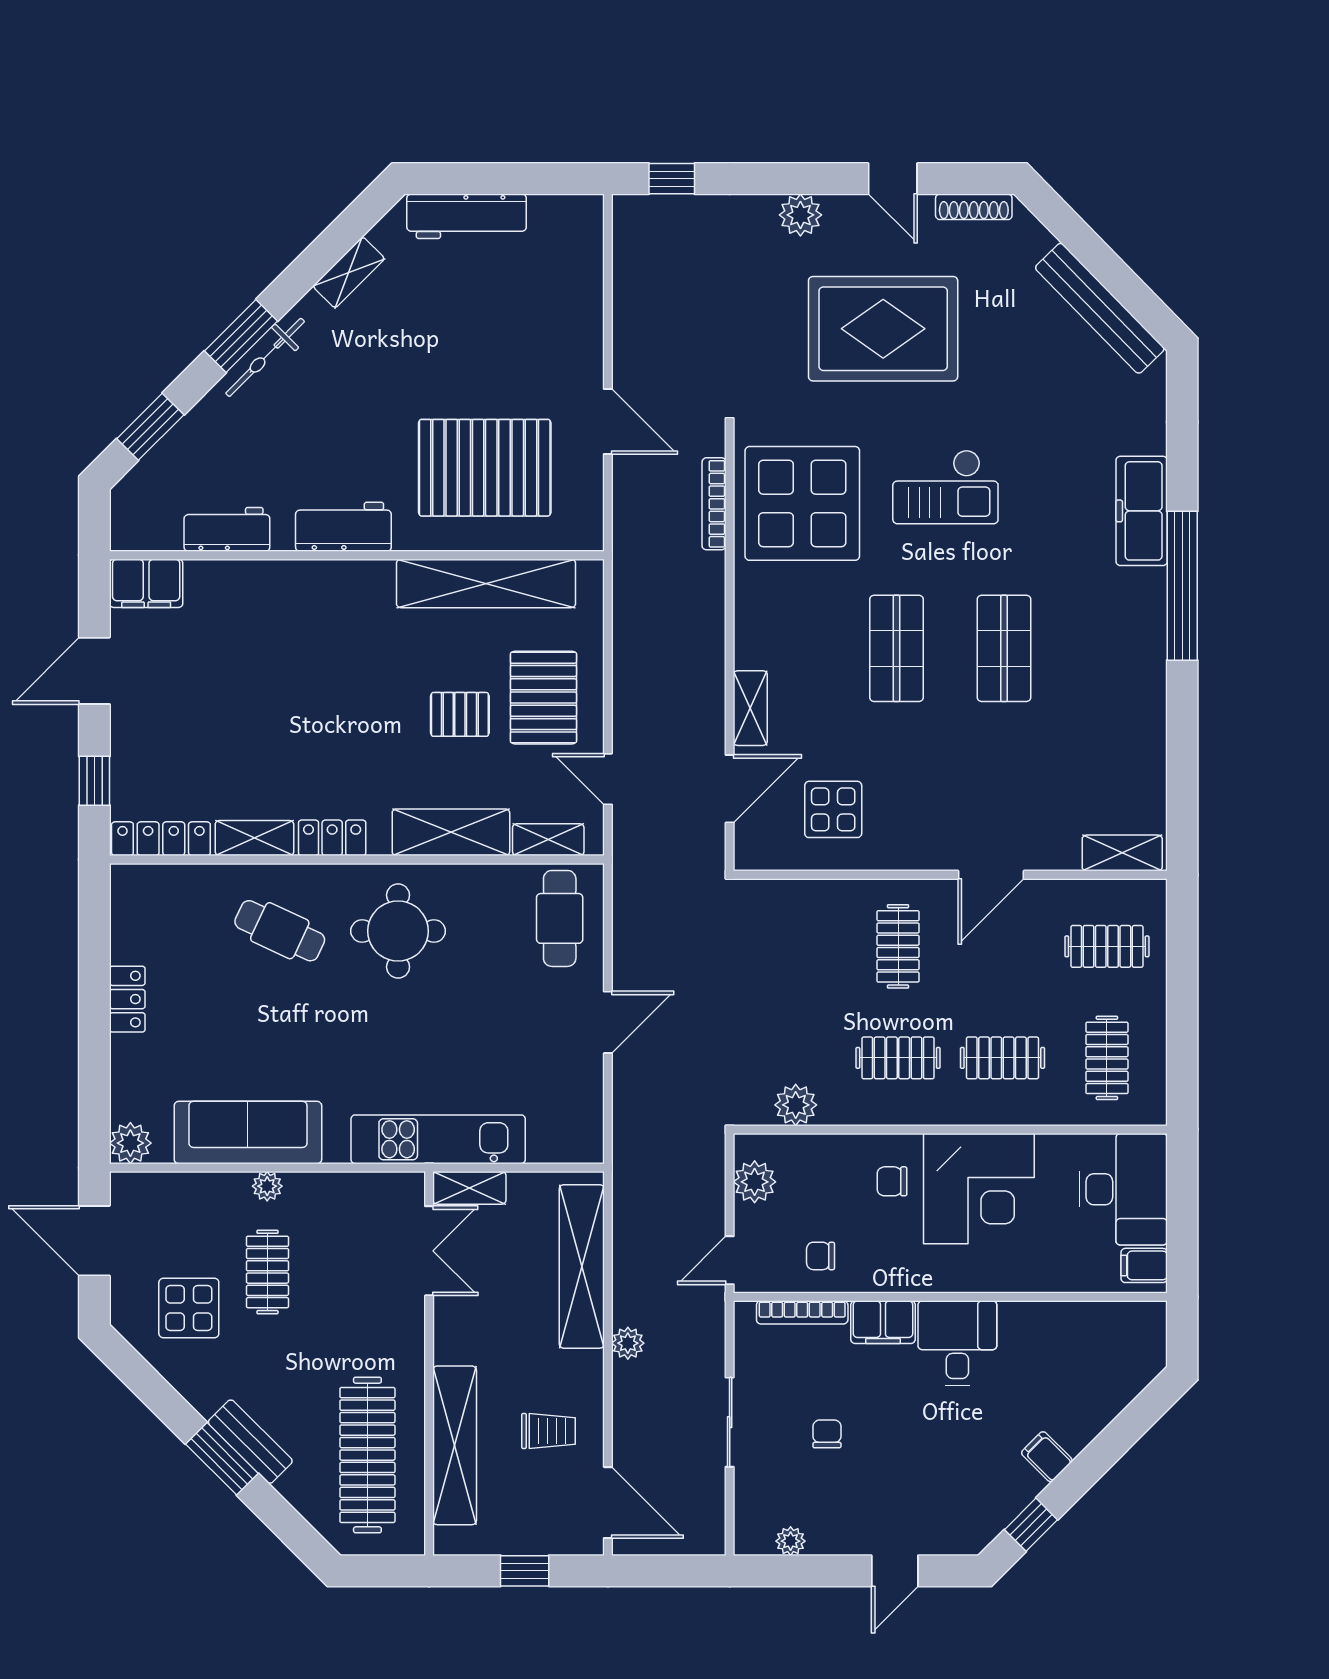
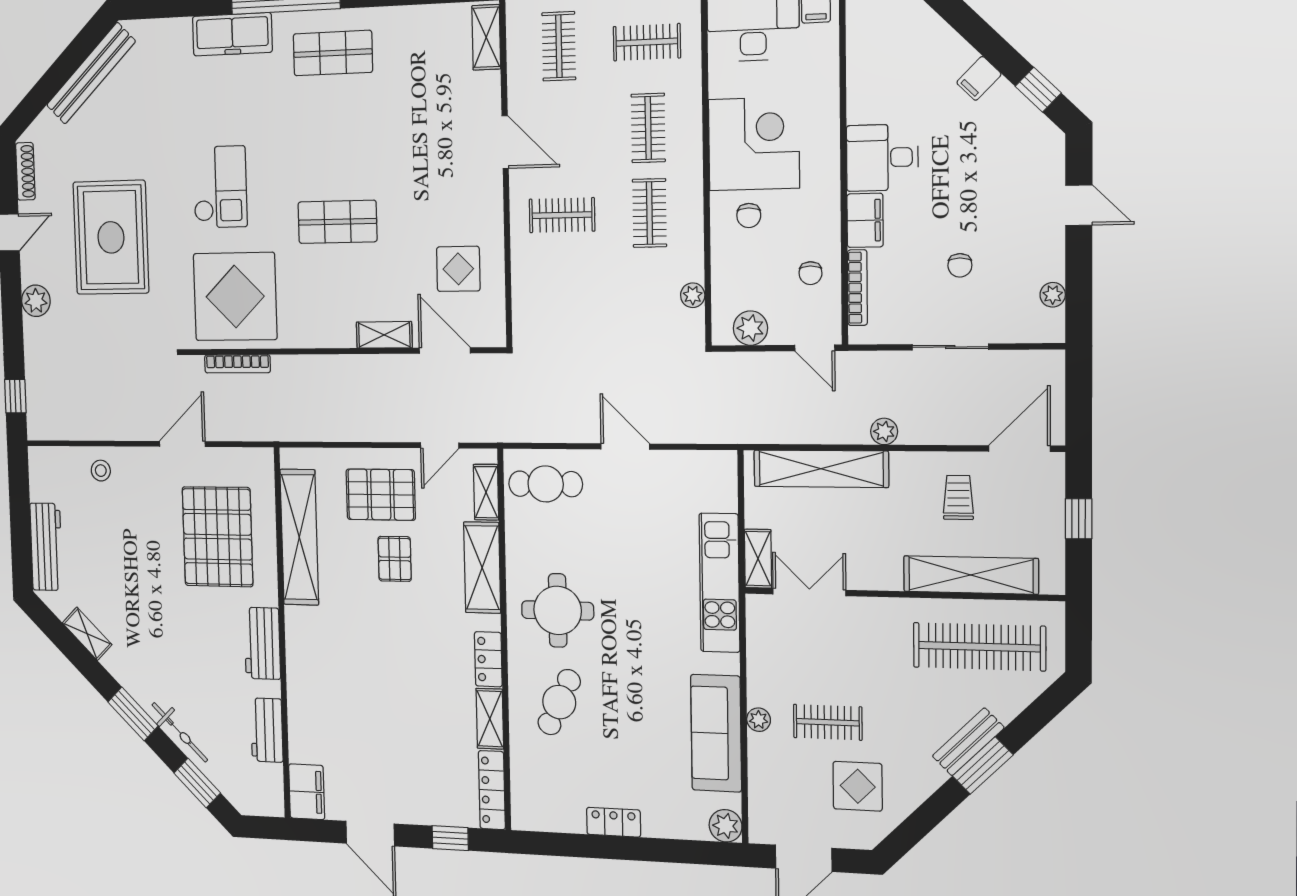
stool: (571, 302) -> (101, 471), added
bicycle: (265, 357) -> (180, 732), moved
shop shelf: (1004, 648) -> (333, 53), moved
plant: (796, 1105) -> (693, 295), width x0.73, depth x0.73
chair: (827, 1434) -> (960, 265), turned -90

